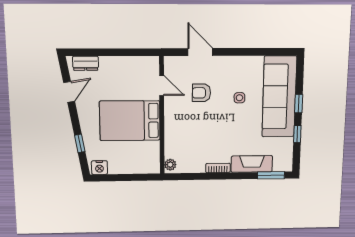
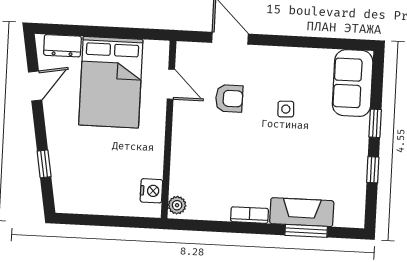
armchair: (201, 93) -> (229, 98), turned 180
sofa: (279, 97) -> (353, 83), width x0.54, depth x0.79
bed: (130, 121) -> (111, 82), moved, turned -90
nightstand: (99, 168) -> (151, 191), moved, turned -90
window: (271, 175) -> (306, 231), moved

